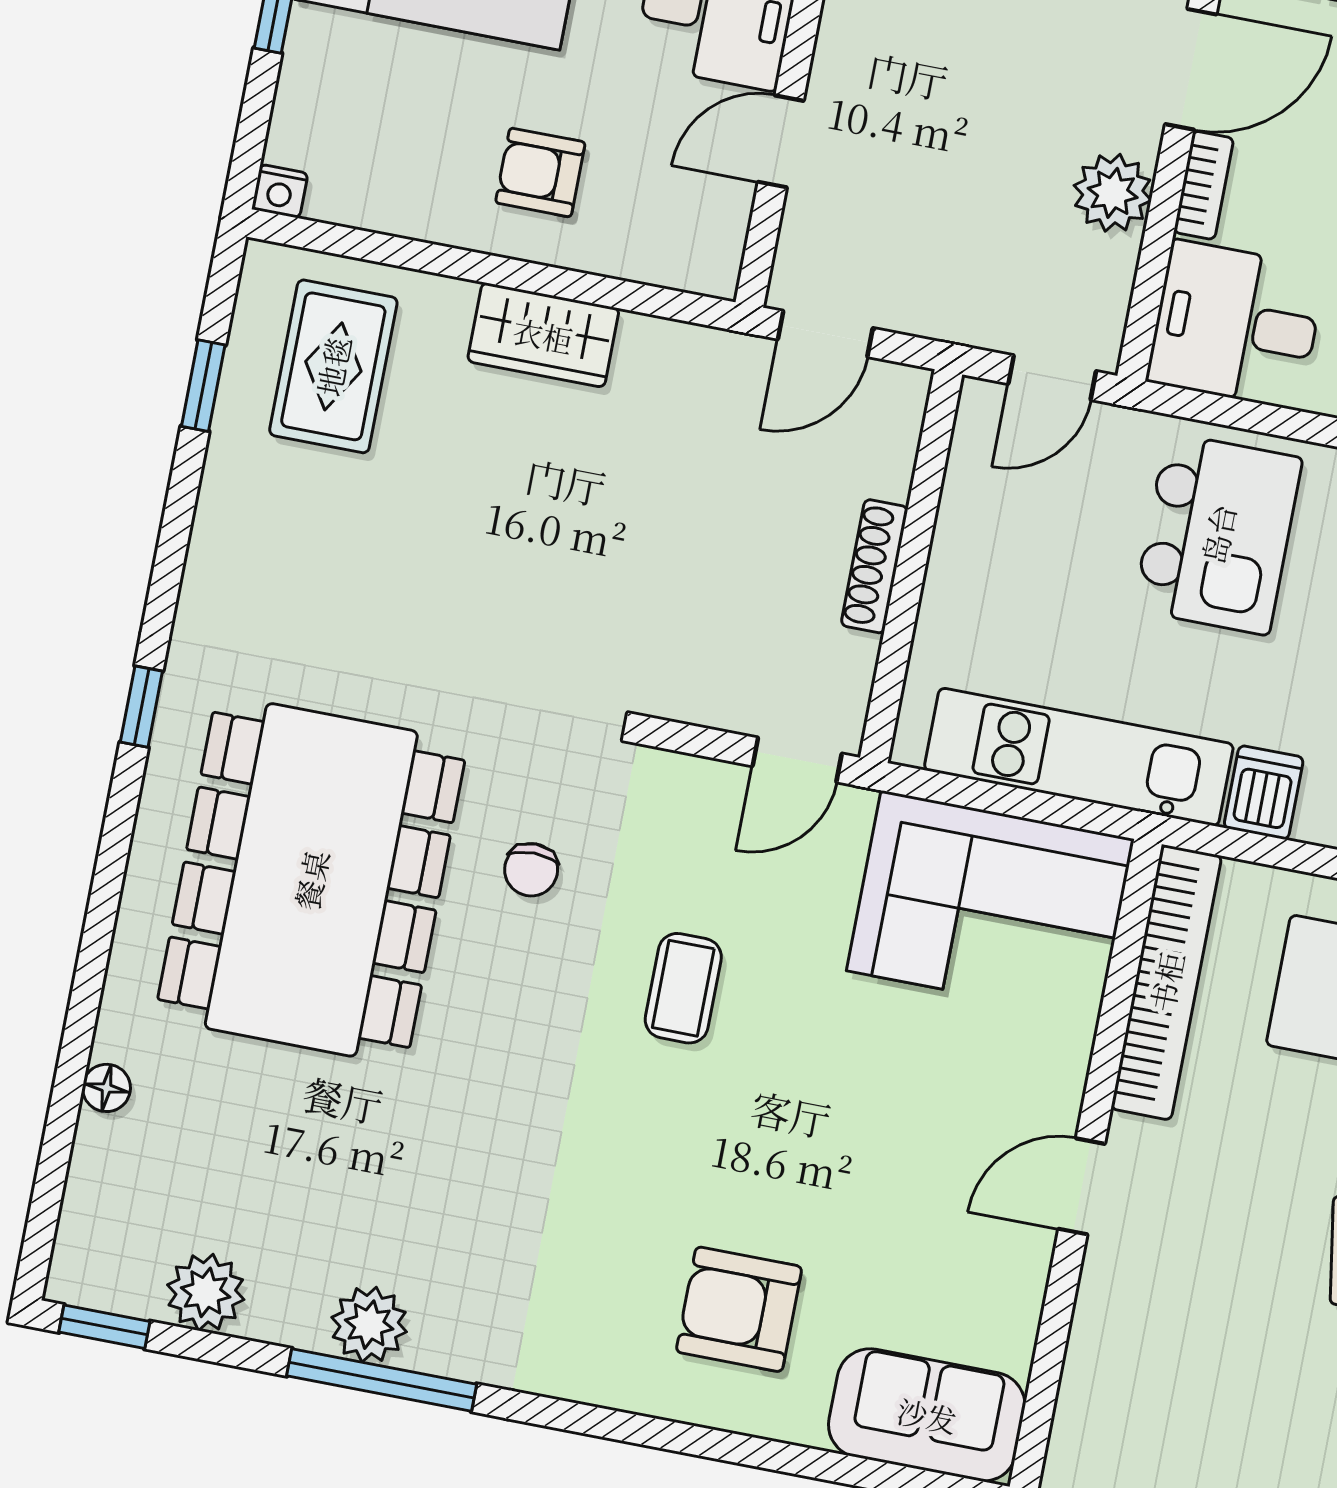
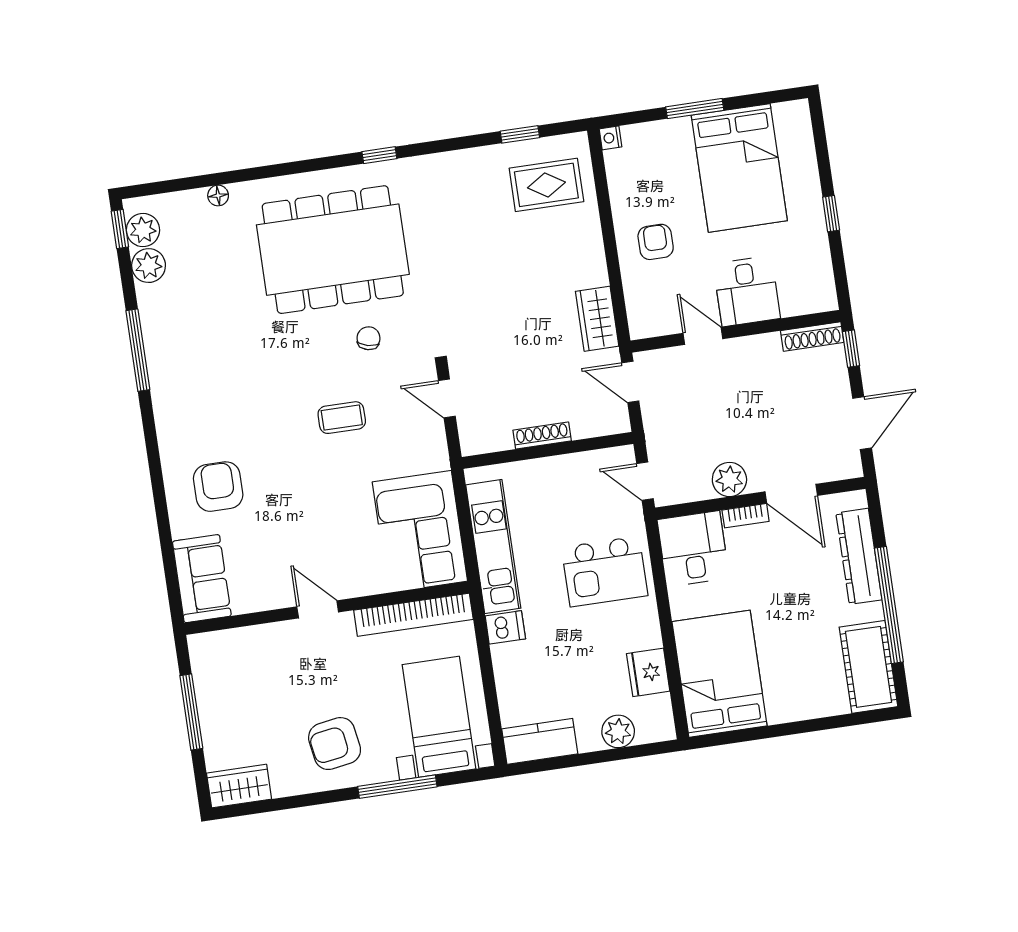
wardrobe: (543, 335) -> (597, 319), moved
door: (797, 760) -> (447, 398), moved
chair: (531, 870) -> (368, 338), turned 104
plant: (369, 1325) -> (143, 230), moved

